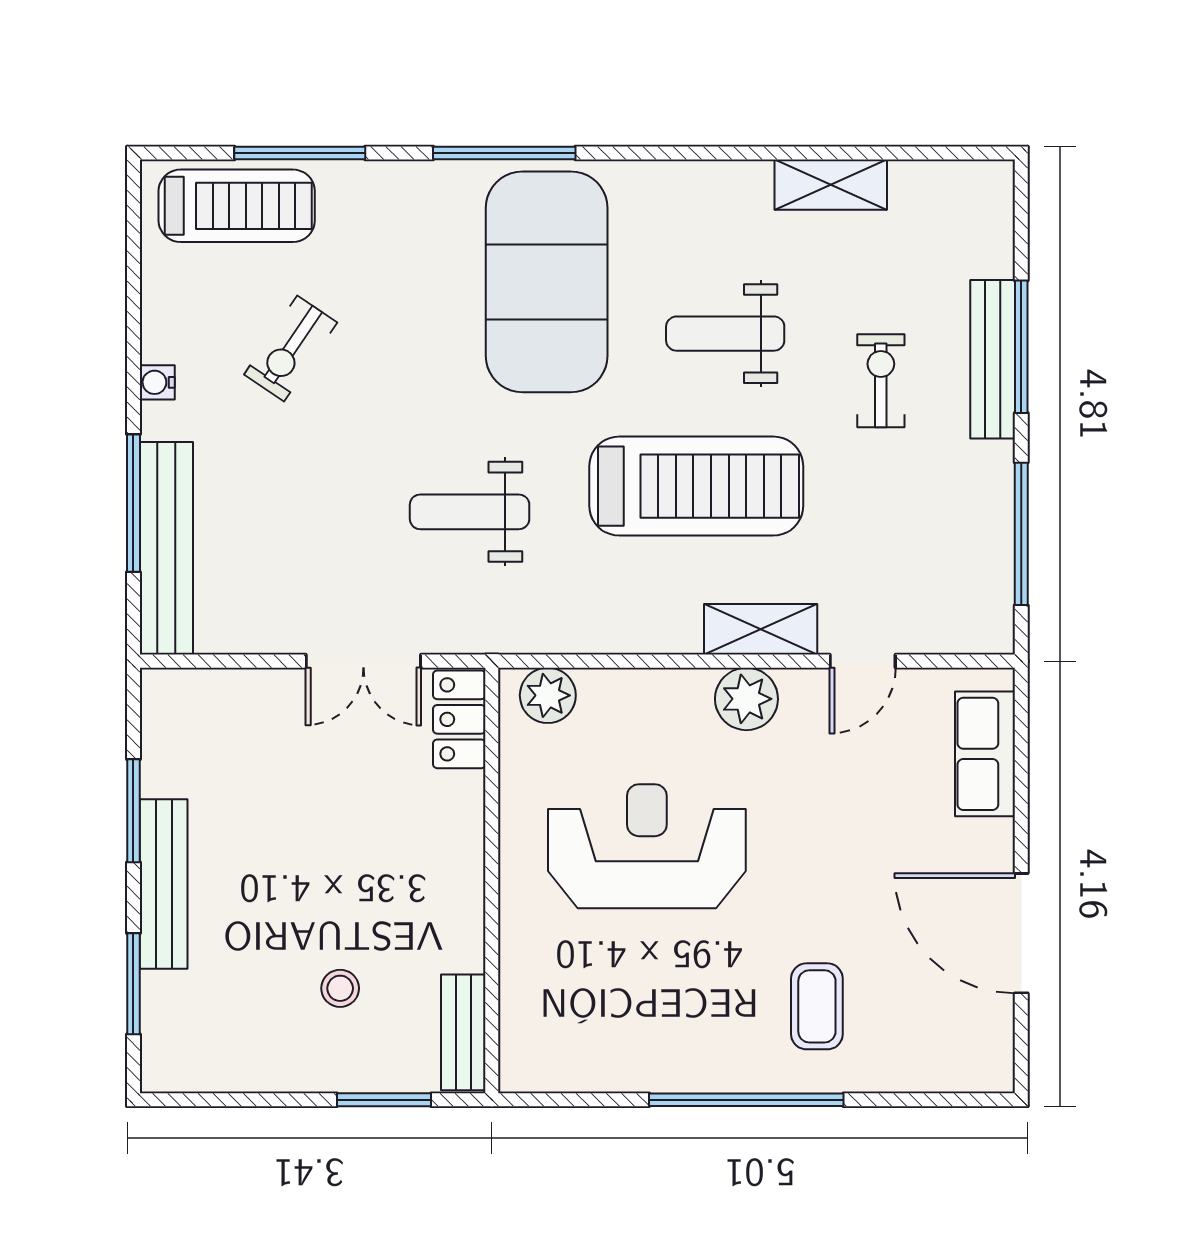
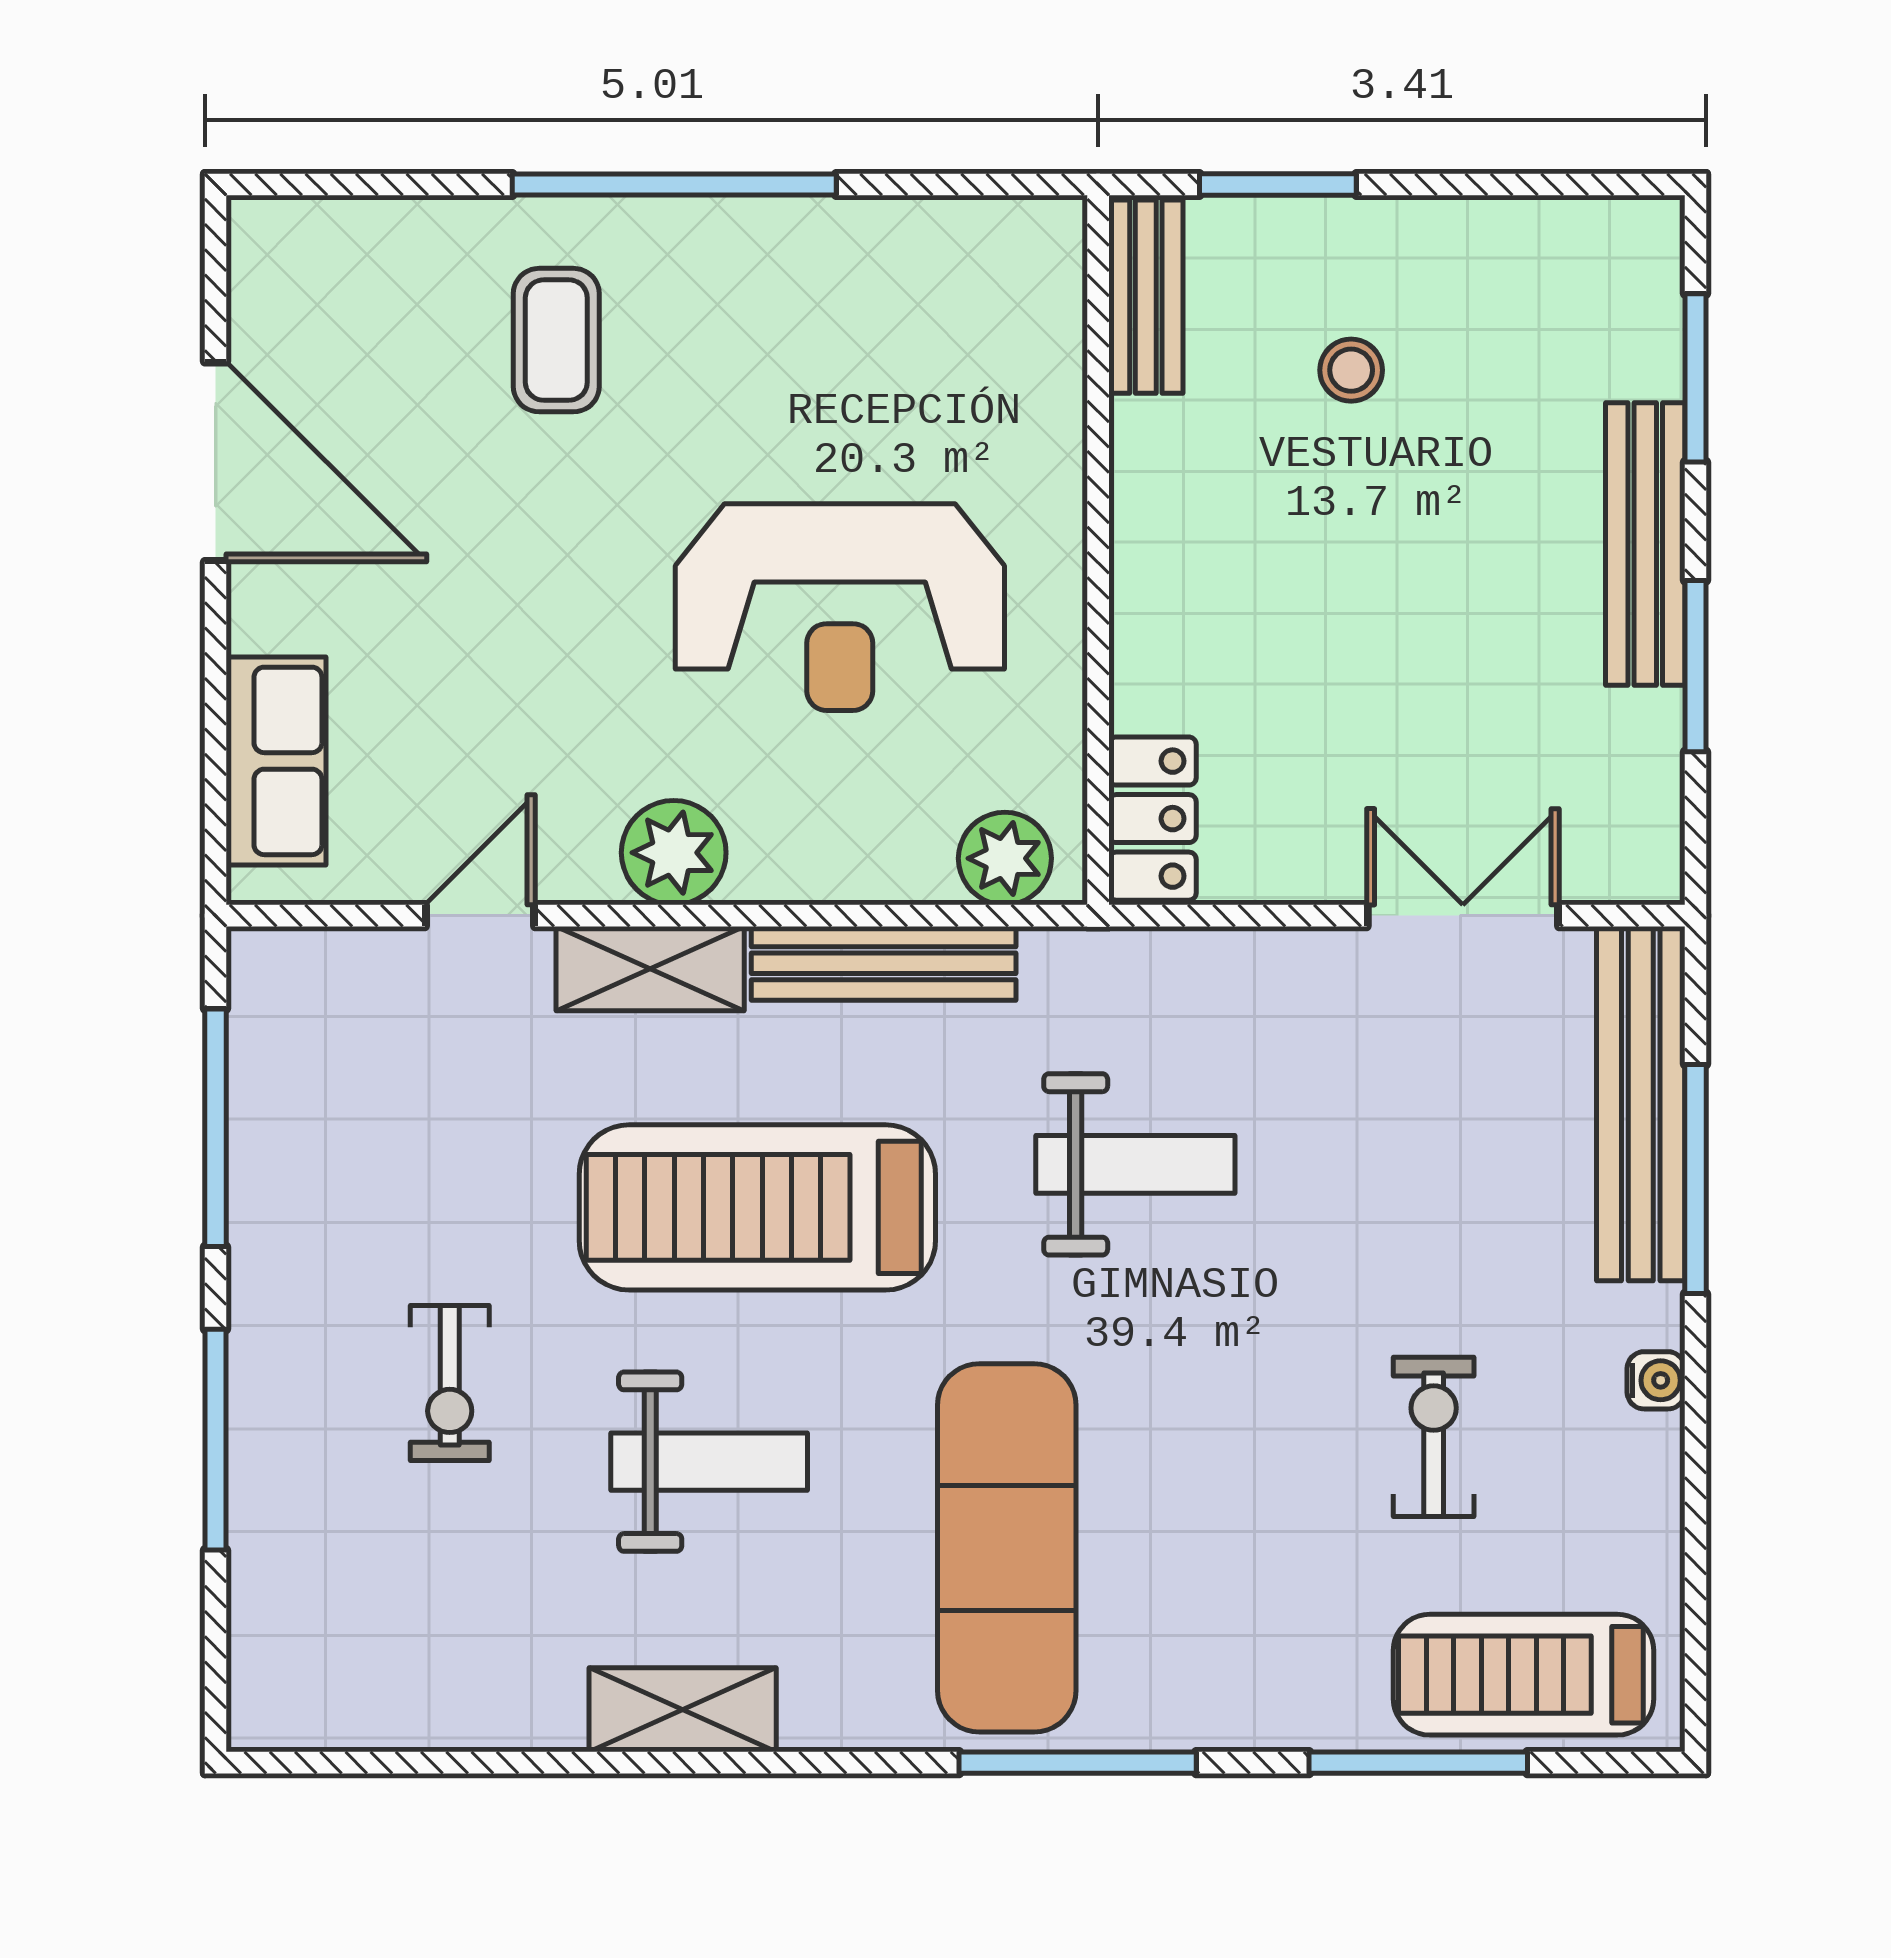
shelving: (831, 185) -> (683, 1710), moved
exercise mat: (547, 282) -> (1007, 1548), width x0.68
exercise bike: (291, 348) -> (1434, 1437), turned -34
bench: (993, 359) -> (884, 963), moved, turned 90
double door: (363, 661) -> (1463, 916), moved

